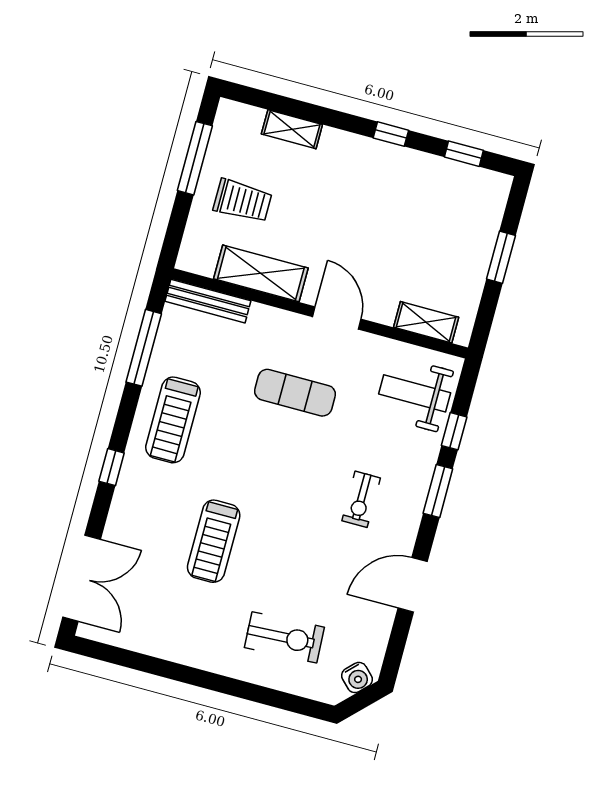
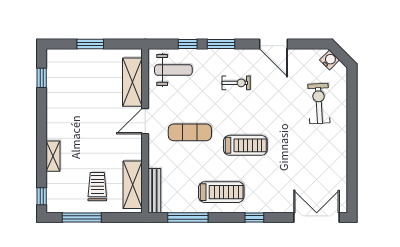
shelving: (292, 129) -> (53, 156), moved
window: (391, 134) -> (42, 196), moved
shelving: (261, 273) -> (133, 185), moved
shelving: (426, 322) -> (132, 82), width x1.50, depth x1.33
exercise mat: (295, 393) -> (190, 132), turned 90
weight bench: (415, 393) -> (173, 70), turned -90
treadmill: (214, 541) -> (245, 145), moved

